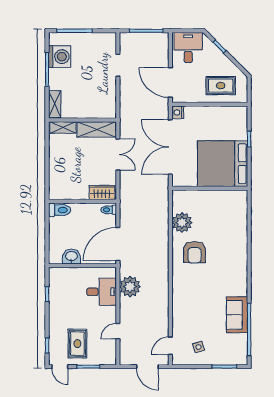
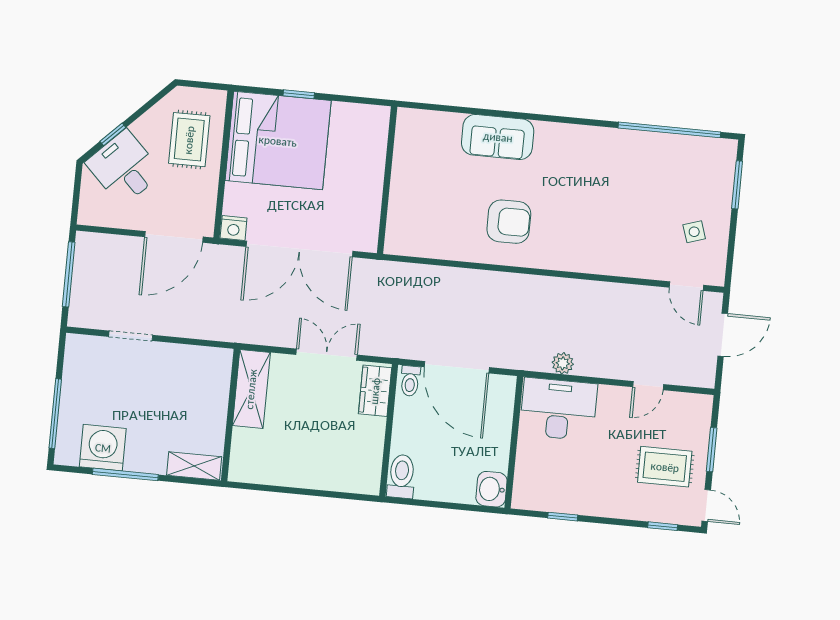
desk: (188, 48) -> (124, 168), moved, turned 45
shelving: (63, 127) -> (241, 454), removed
double door: (118, 154) -> (327, 355), moved
bed: (223, 164) -> (278, 141), moved, turned -90
plant: (182, 223) -> (449, 240), removed
door: (118, 244) -> (457, 367), moved
washbasin: (71, 257) -> (491, 489), moved
plant: (130, 287) -> (563, 363), width x0.53, depth x0.53
desk: (102, 292) -> (558, 409), width x1.37
sofa: (237, 315) -> (498, 137), moved
door: (118, 331) -> (648, 386), hinge flipped
door: (60, 367) -> (706, 505), hinge flipped

